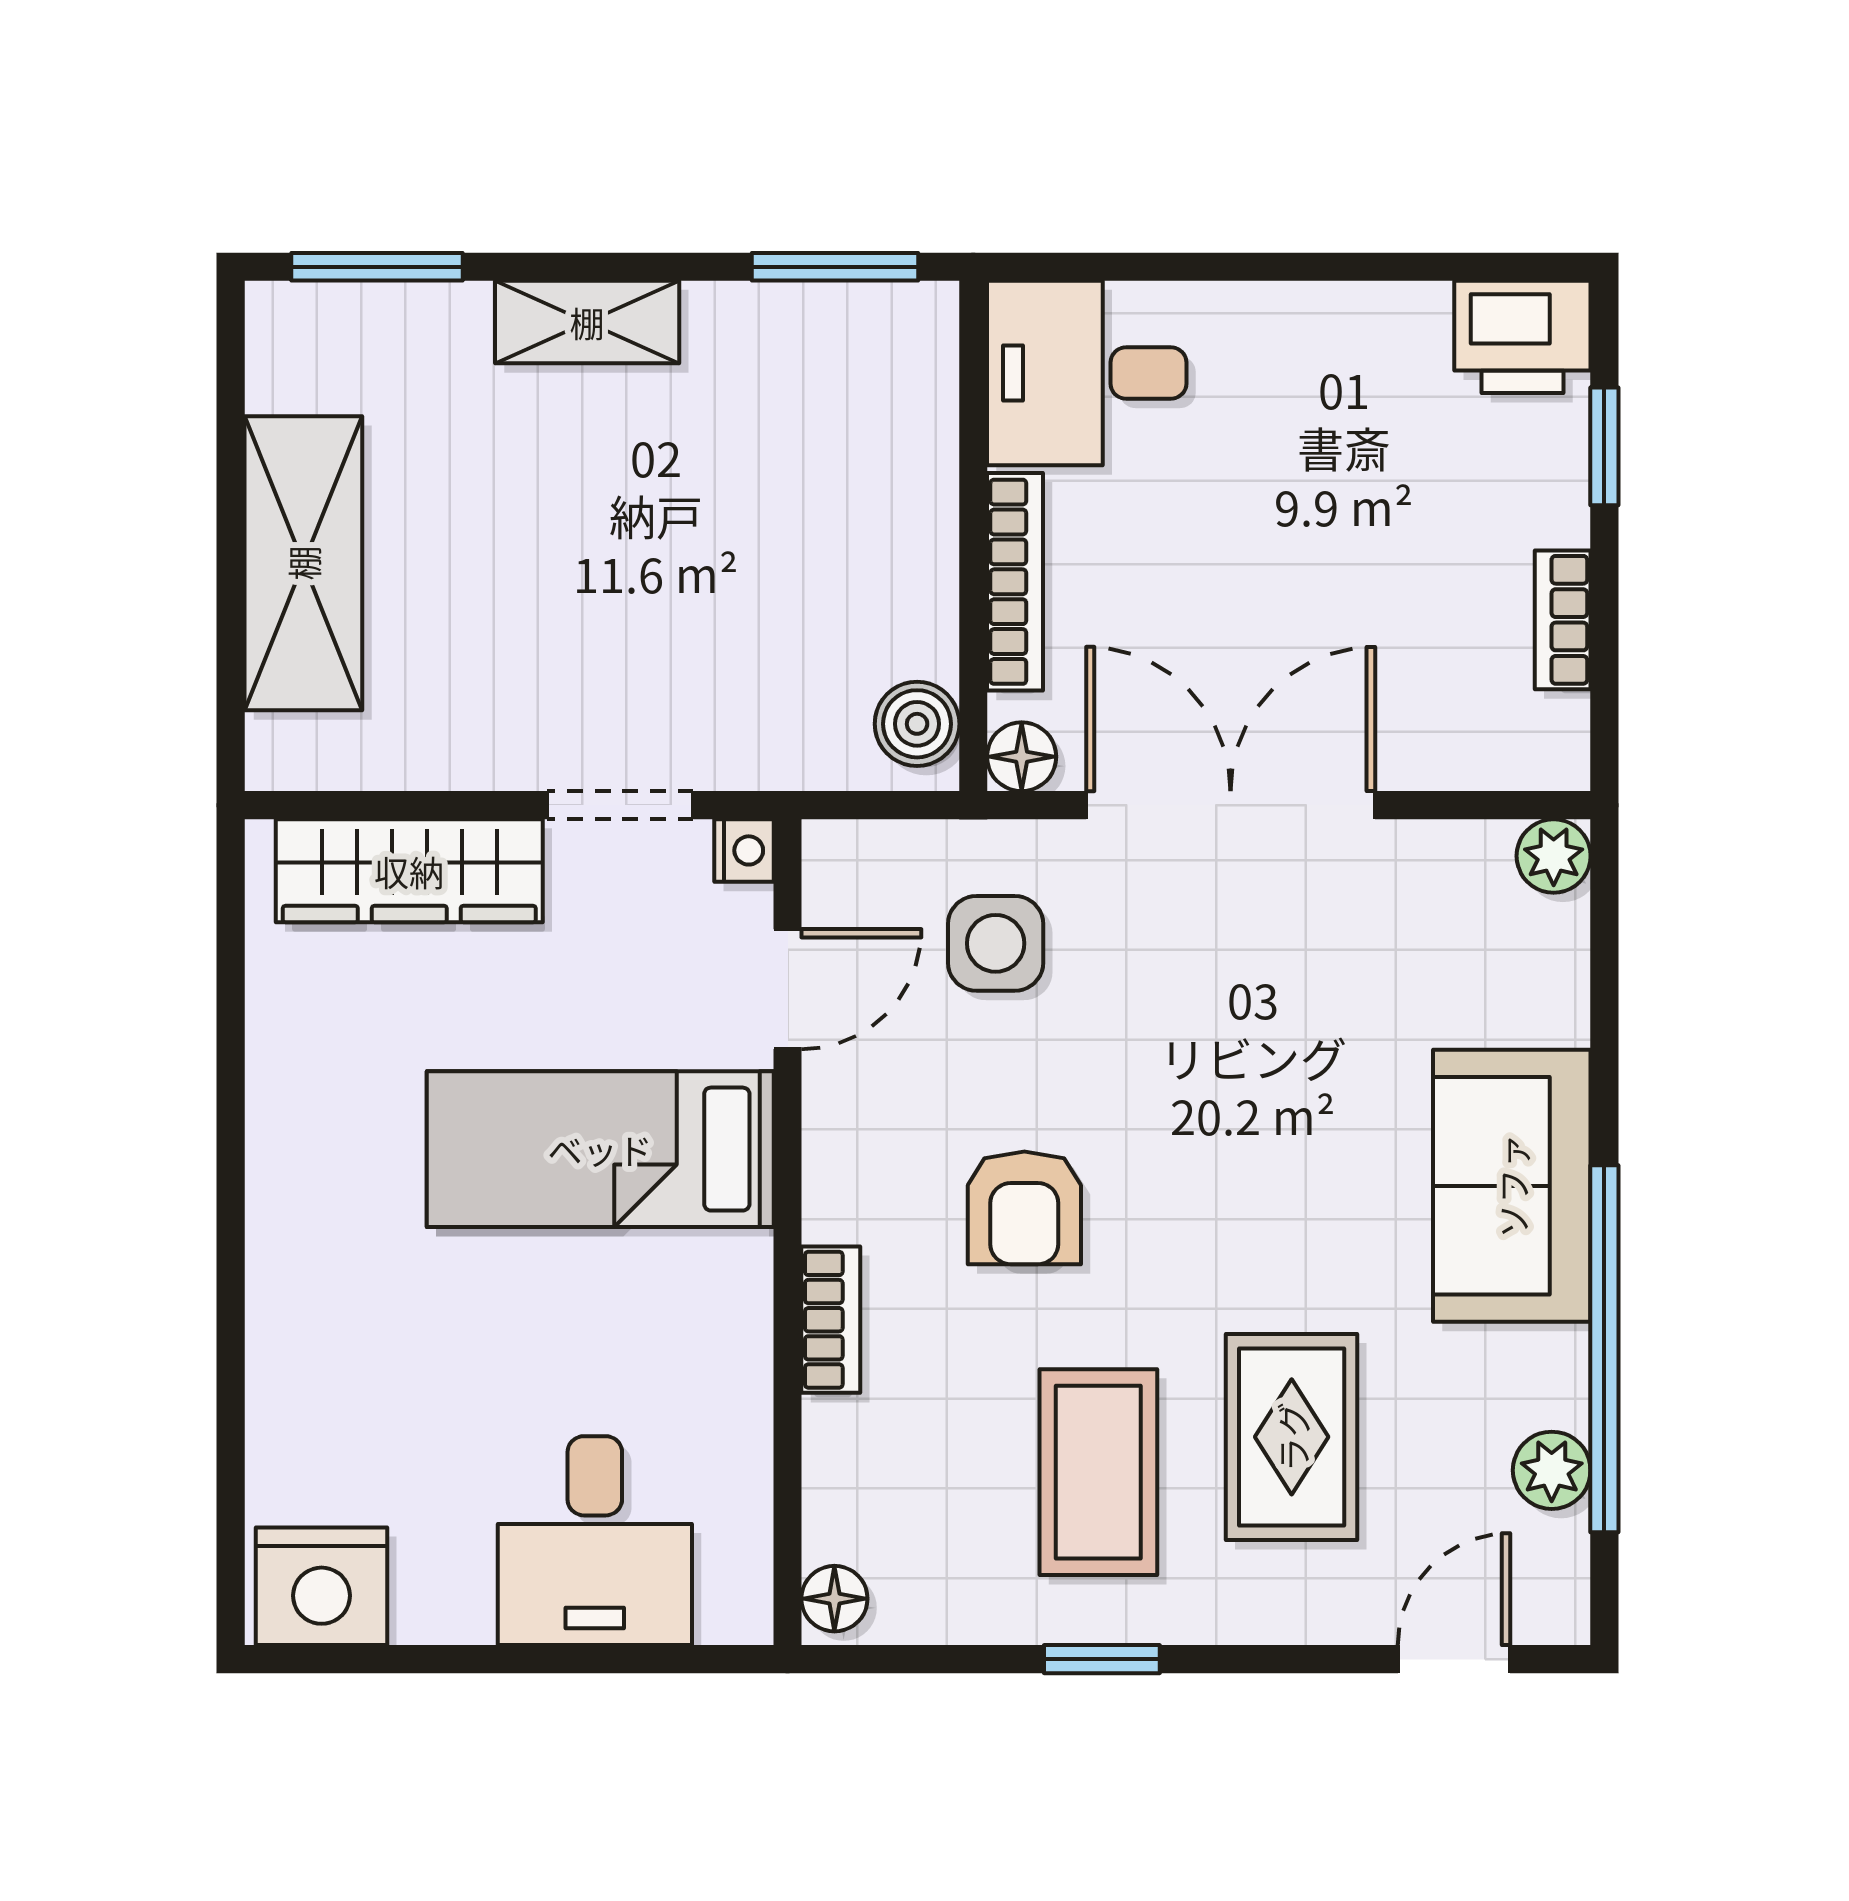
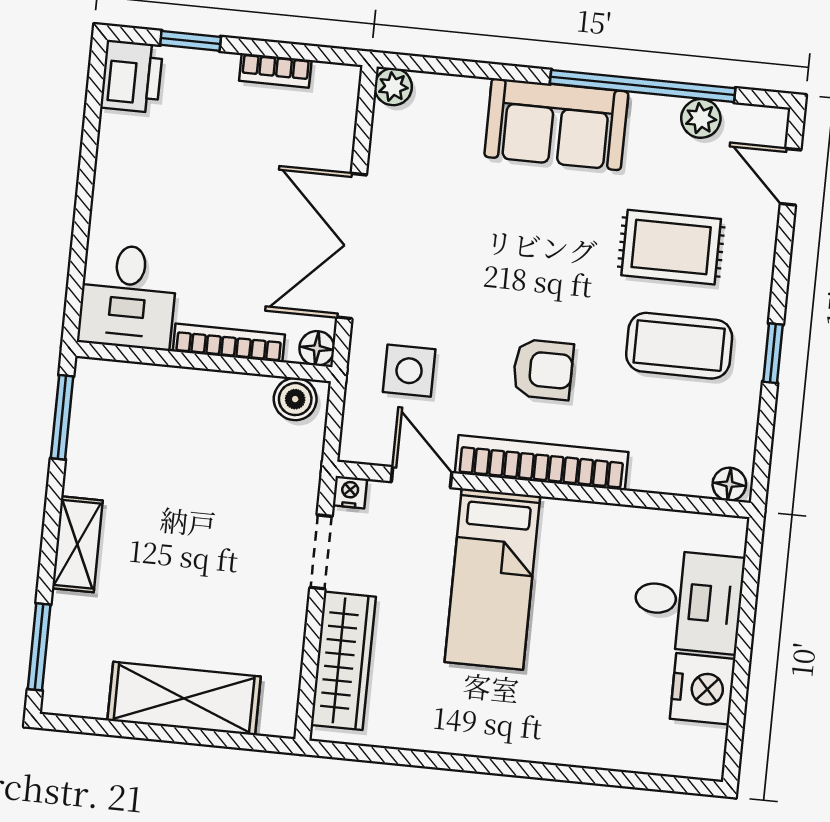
bookcase: (831, 1320) -> (542, 463), width x2.31, depth x1.31
nightstand: (322, 1586) -> (703, 689), moved

